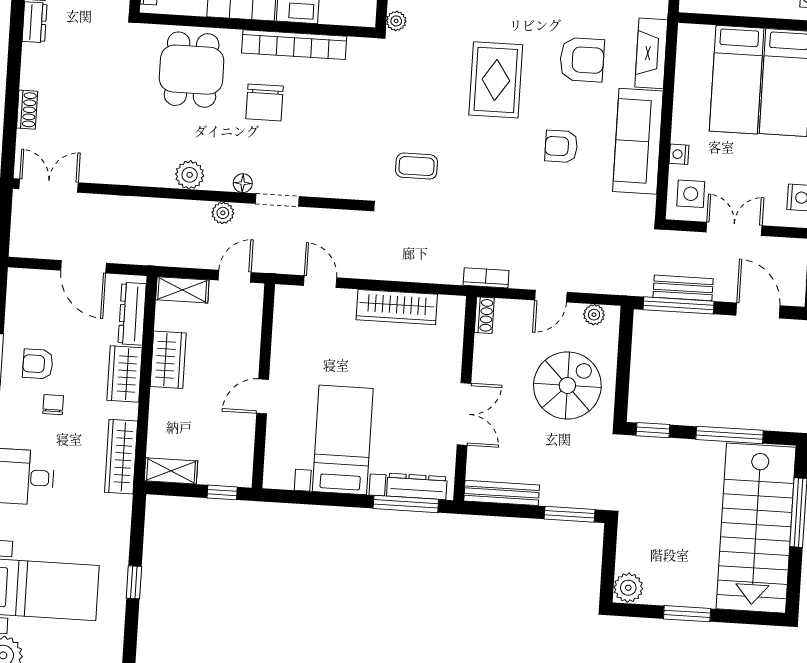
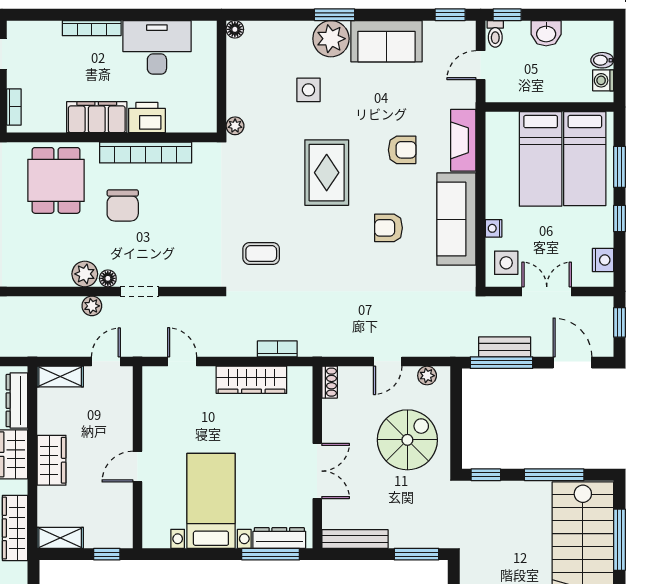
armchair: (582, 60) -> (402, 150), width x0.72, depth x0.72
plant: (190, 175) -> (85, 274), moved
bookcase: (486, 278) -> (277, 349), moved
wardrobe: (168, 360) -> (51, 460), moved

